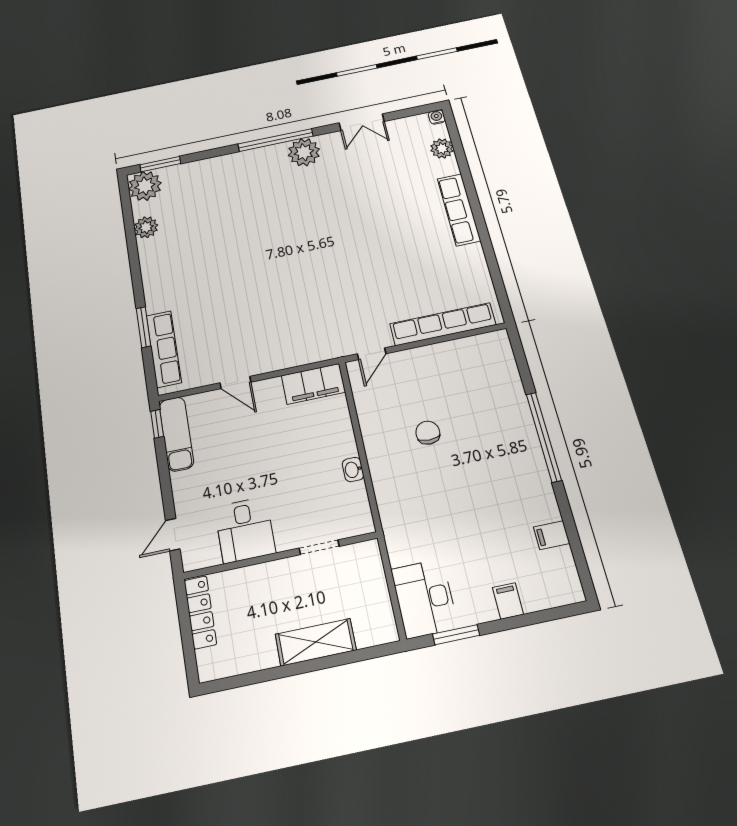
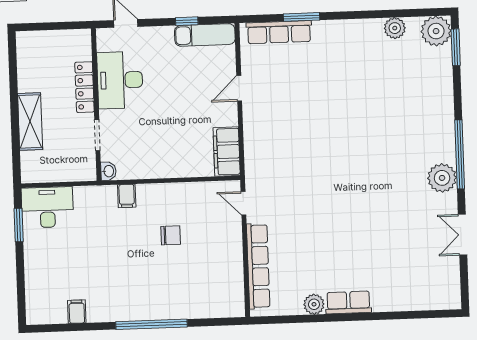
water cooler: (437, 117) -> (454, 302), removed
plant: (442, 148) -> (314, 304), moved
row of seats: (459, 210) -> (348, 302), width x0.68
window: (157, 424) -> (187, 21), moved
washbasin: (353, 470) -> (108, 171), moved, turned 90
desk: (245, 530) -> (120, 80), width x1.37
filing cabinet: (508, 601) -> (127, 196), moved, turned 90
locker: (200, 612) -> (85, 87), moved, turned 90

